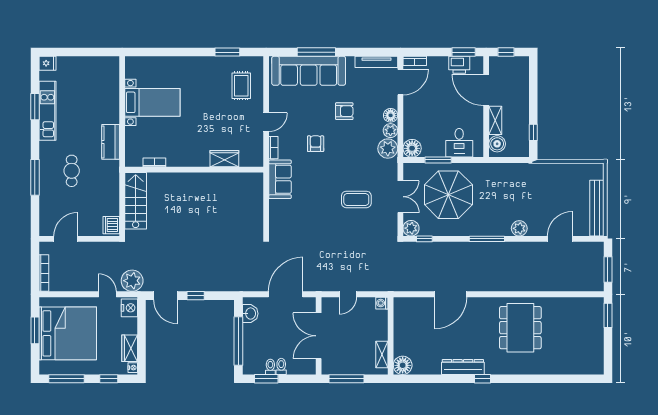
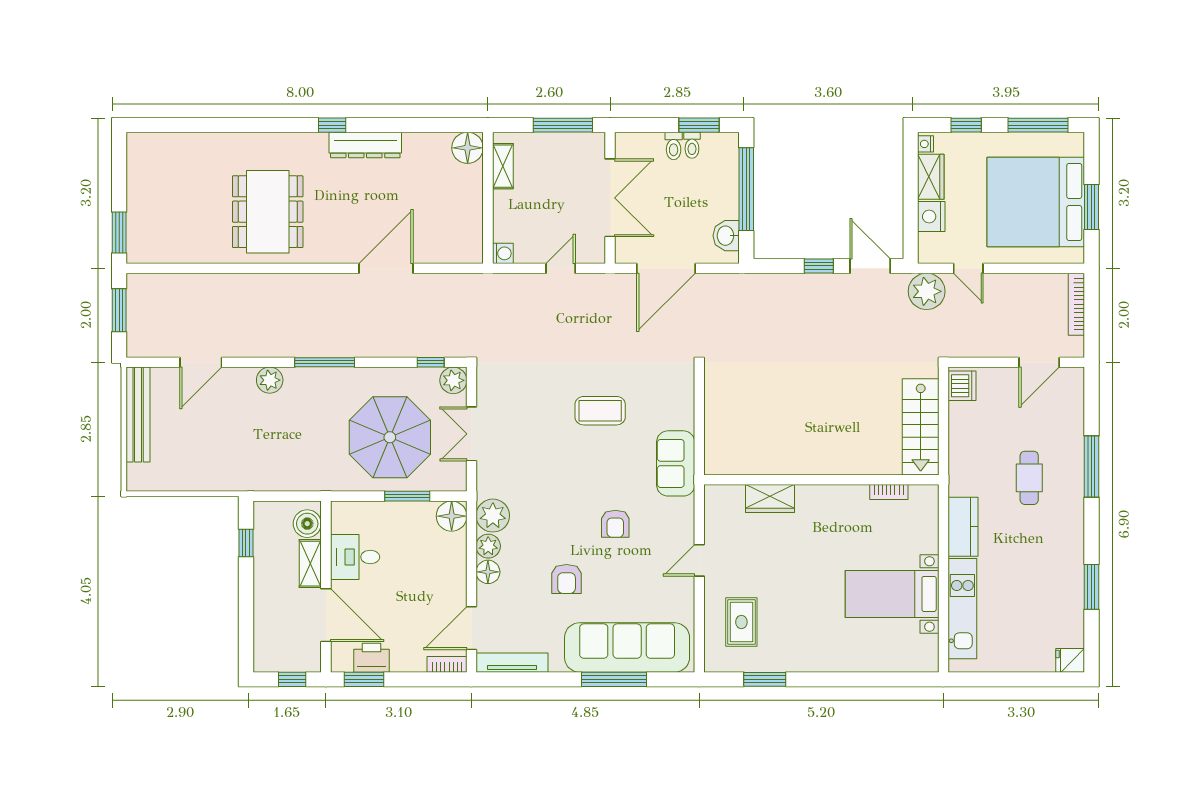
kitchen unit: (47, 111) -> (962, 609), moved, turned 180
armchair: (344, 111) -> (567, 579), turned -90
desk: (459, 143) -> (355, 557), moved, turned -90
bookcase: (273, 148) -> (687, 517), removed
coffee table: (356, 199) -> (600, 411), moved
nightstand: (129, 308) -> (931, 217), moved

